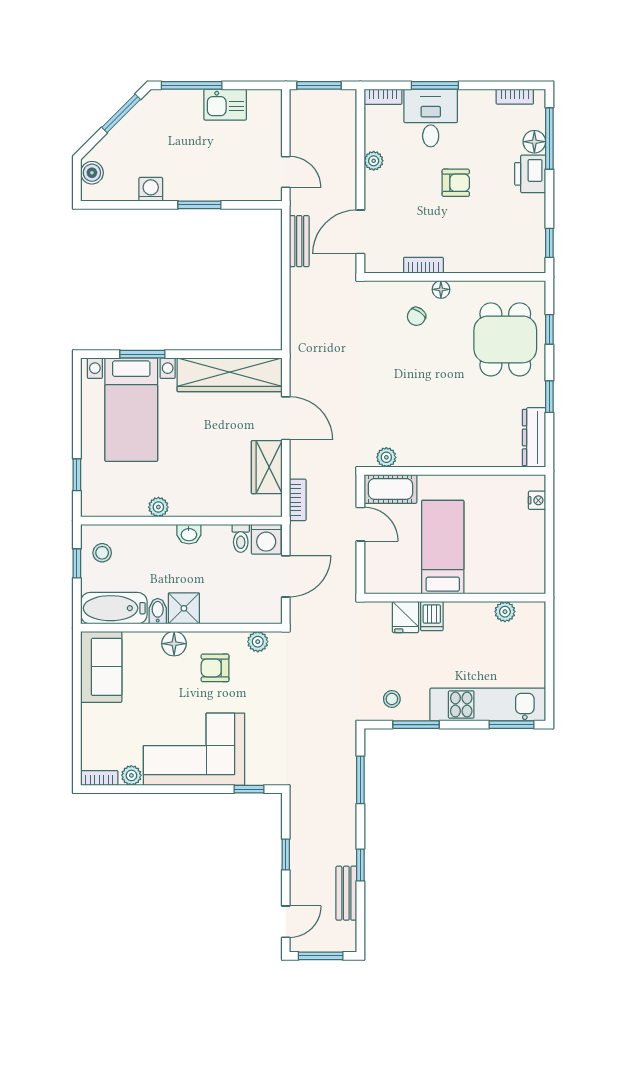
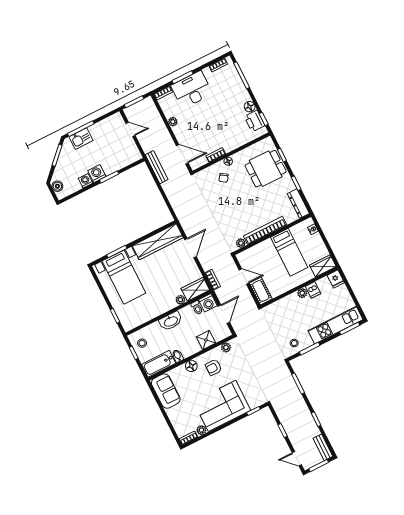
kitchen sink: (225, 105) -> (81, 139), moved
desk: (431, 118) -> (192, 90), width x1.37
floor lamp: (534, 142) -> (250, 107), moved
door: (286, 172) -> (131, 129), moved
printer: (530, 174) -> (255, 121), moved
armchair: (456, 183) -> (212, 114), removed
washing machine: (179, 186) -> (97, 174), added
door: (360, 232) -> (182, 154), swing flipped
bench: (299, 241) -> (157, 167), width x1.36
dining table: (505, 339) -> (266, 169), turned 90
door: (286, 418) -> (190, 248), hinge flipped
bookcase: (445, 457) -> (265, 230), added
wardrobe: (267, 467) -> (195, 289), moved, turned 90
cot: (390, 489) -> (261, 291), moved, turned 90
plant: (158, 507) -> (180, 300), moved
washbasin: (189, 534) -> (171, 321), width x1.91, depth x1.45
bed: (443, 547) -> (289, 252), moved, turned 180
wardrobe: (521, 580) -> (323, 266), added
shower: (184, 608) -> (206, 340), moved
plant: (505, 612) -> (302, 293), moved
dishwasher: (432, 616) -> (313, 290), moved
fridge: (405, 617) -> (336, 279), moved
bench: (346, 893) -> (323, 447), moved
door: (286, 922) -> (297, 459), swing flipped

